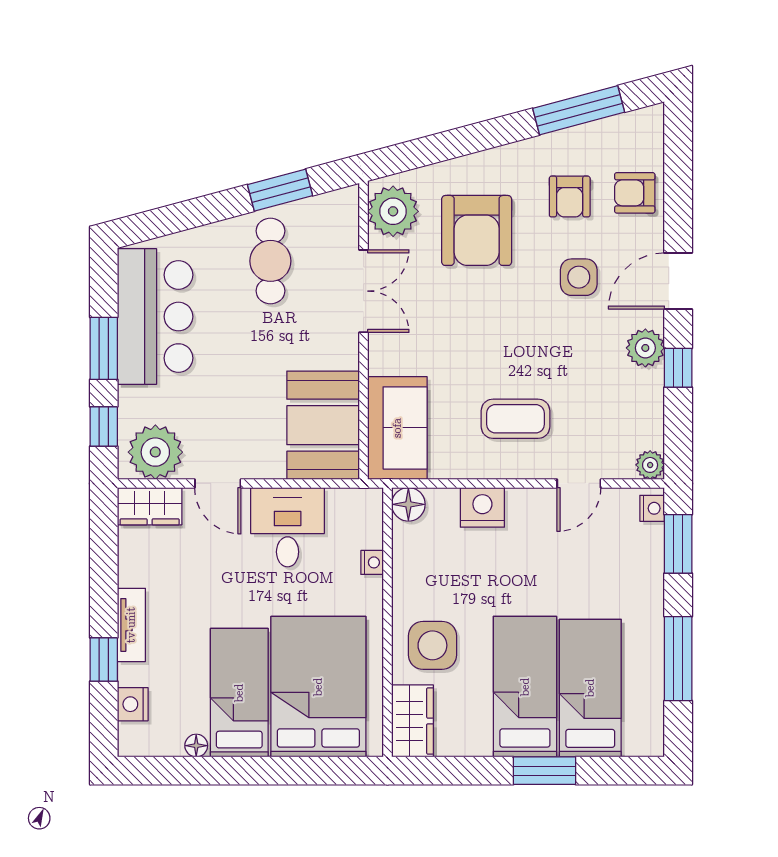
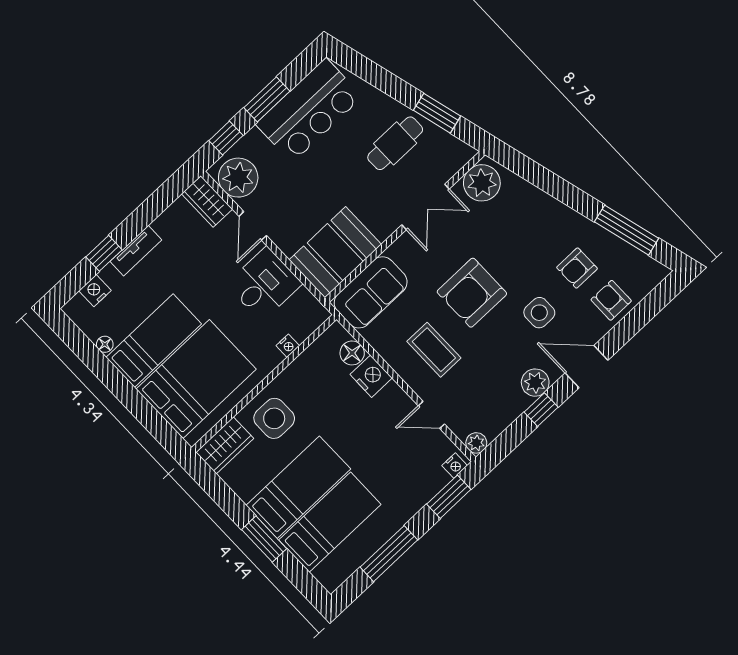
armchair: (477, 230) -> (472, 293), moved
floor lamp: (408, 504) -> (352, 353), moved

